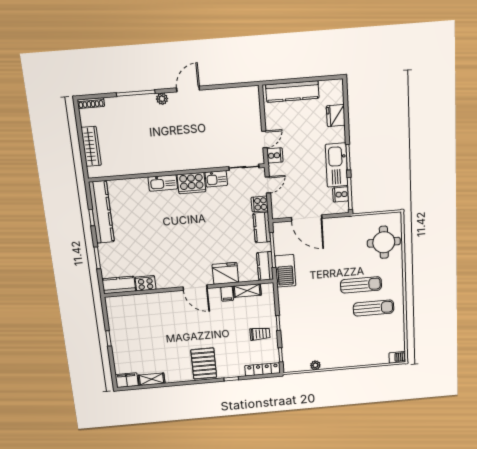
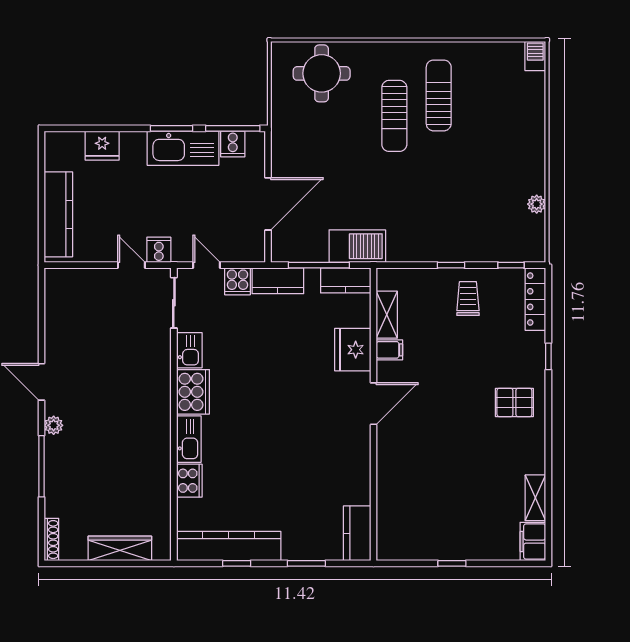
cooker: (146, 283) -> (189, 481), moved, turned 180
sun lounger: (361, 285) -> (394, 116), turned 180
pallet: (204, 364) -> (514, 402), width x0.67, depth x0.71

